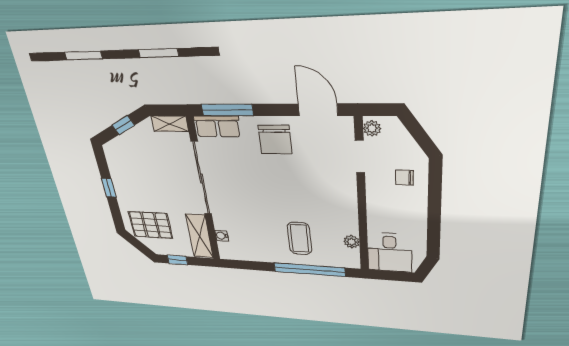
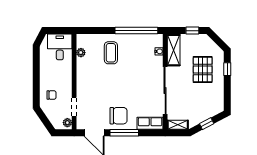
window: (227, 110) -> (124, 133), moved
chair: (275, 140) -> (119, 116), turned 90
window: (109, 188) -> (227, 69), moved
pallet: (151, 225) -> (203, 69), moved, turned 90
window: (309, 270) -> (136, 31), moved

